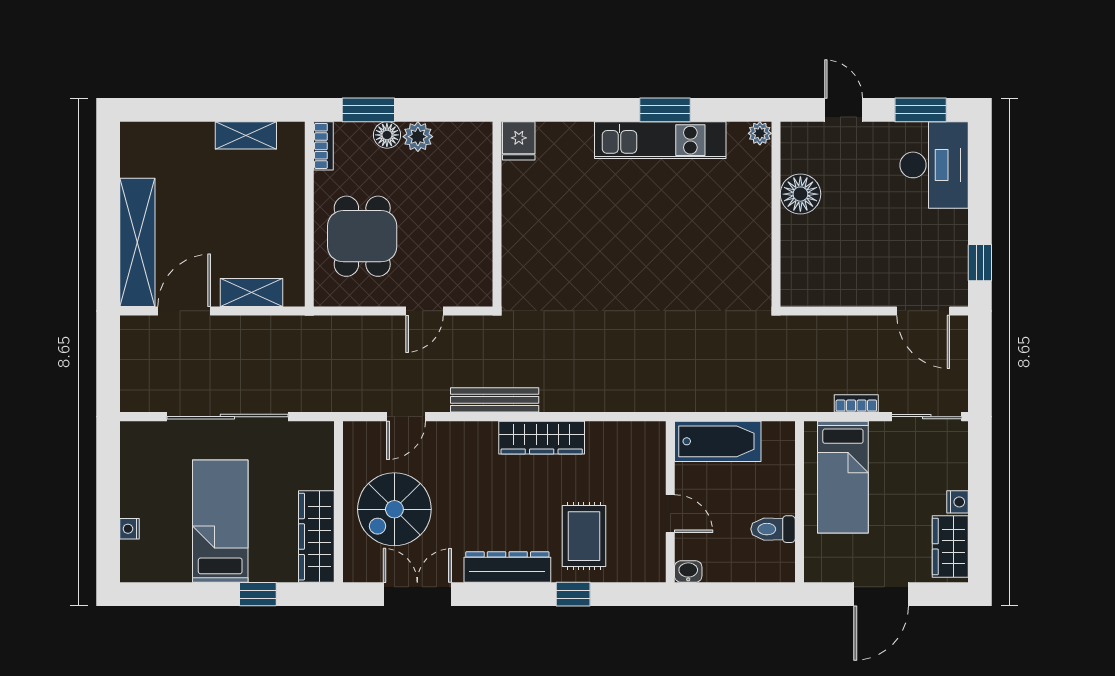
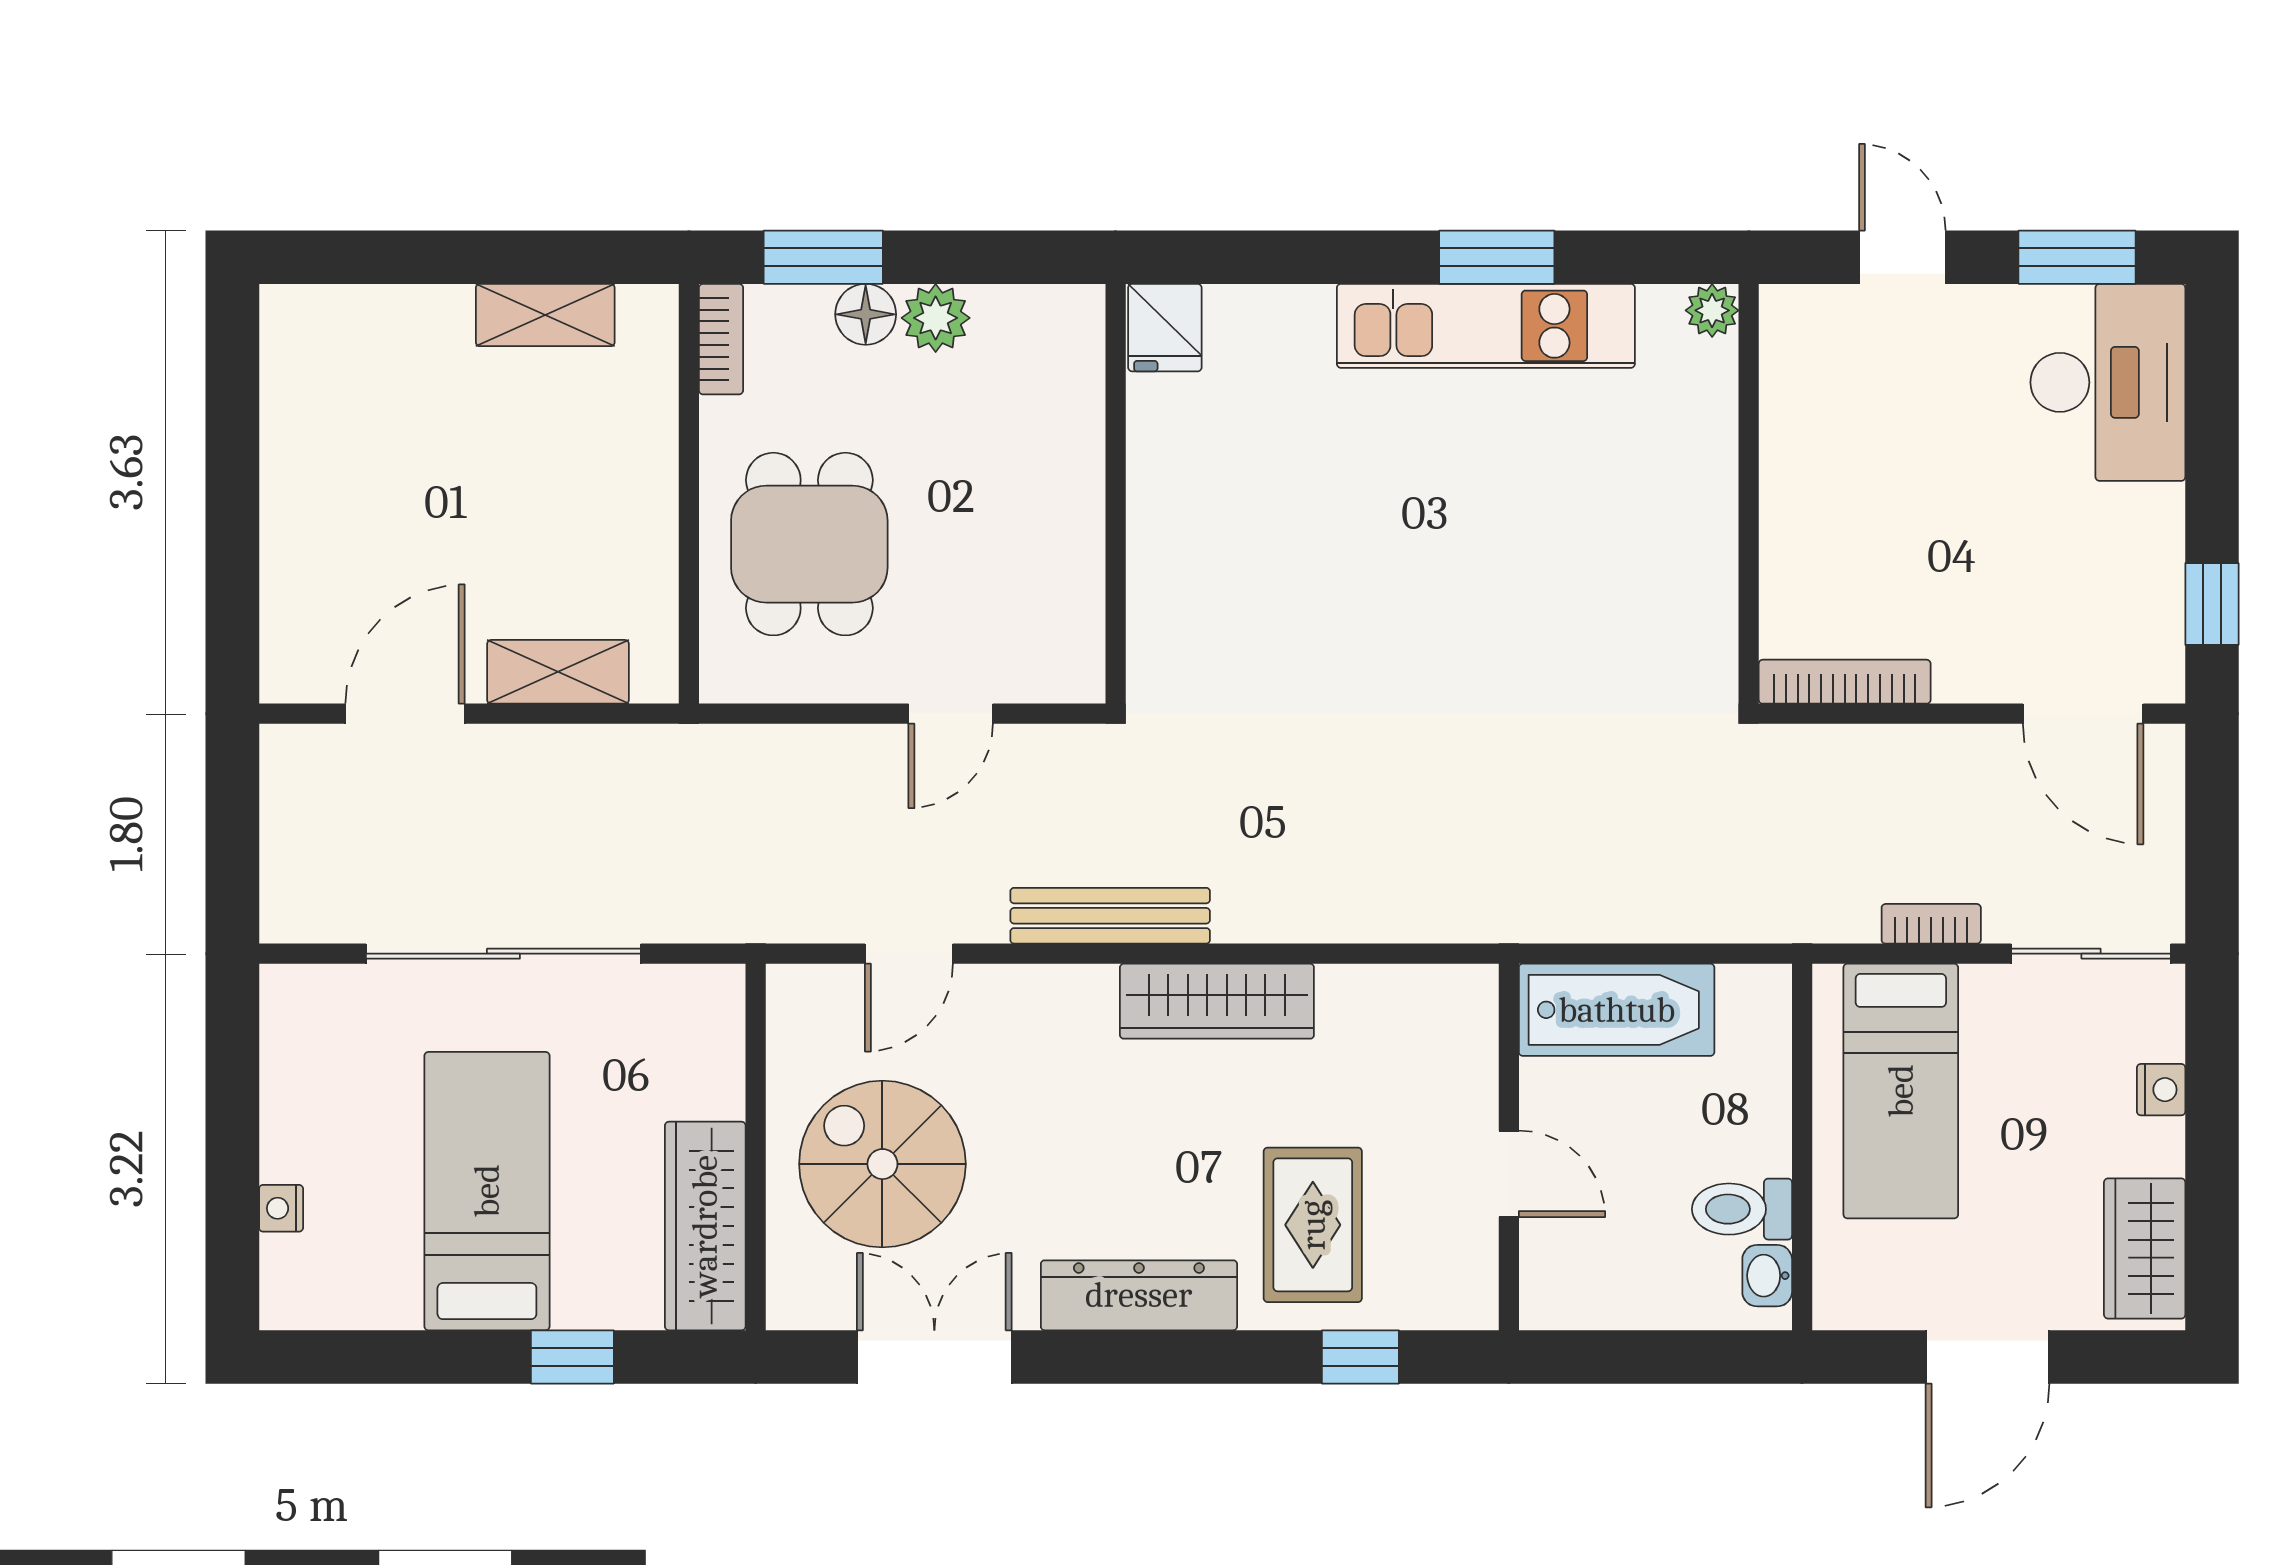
floor lamp: (800, 194) -> (1804, 448), removed
shelving: (137, 242) -> (299, 558), removed
bookcase: (818, 297) -> (1845, 682), added
nightstand: (958, 502) -> (2161, 1090), moved
spiral stairs: (394, 509) -> (882, 1164), turned 90
washbasin: (688, 572) -> (1767, 1276), moved, turned -90
window: (573, 594) -> (1360, 1357), moved

